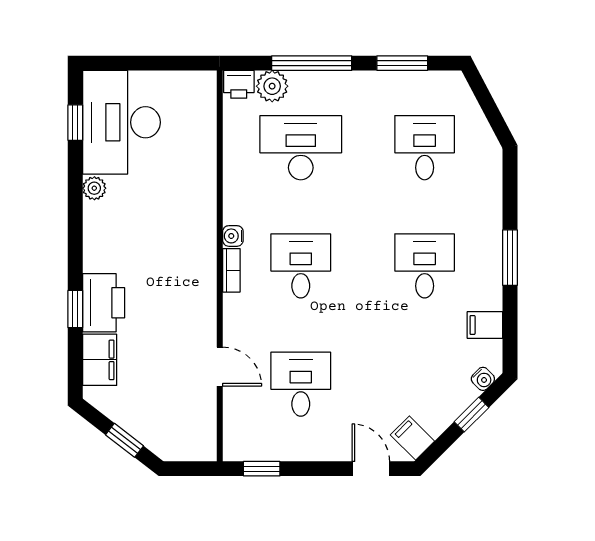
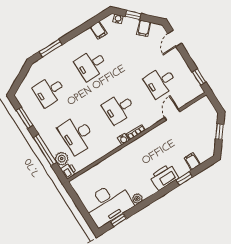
window: (510, 258) -> (51, 48), moved
printer: (104, 303) -> (164, 177), moved
filing cabinet: (100, 360) -> (192, 161), width x0.50
filing cabinet: (412, 438) -> (144, 28), moved

